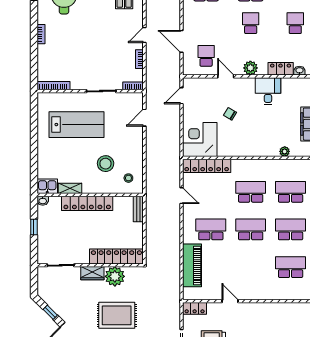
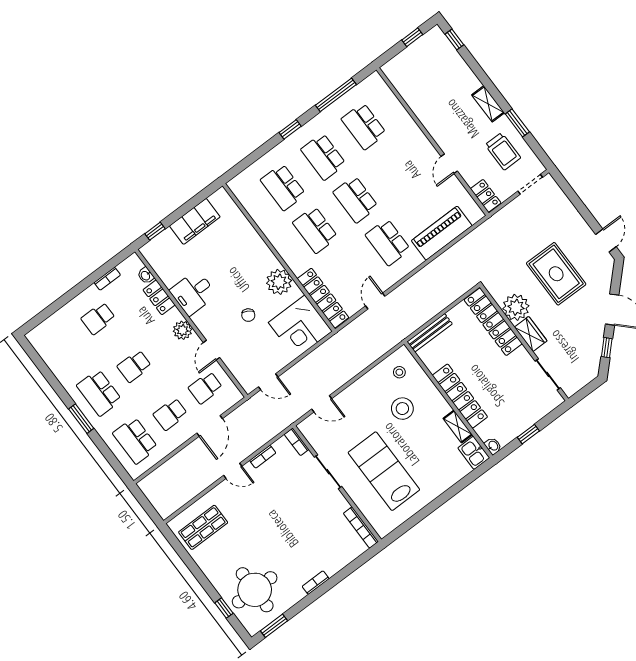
school desk: (206, 23) -> (170, 414), added
plant: (285, 151) -> (279, 282), moved, width x1.88, depth x1.88
bench: (138, 209) -> (430, 333), width x1.36

